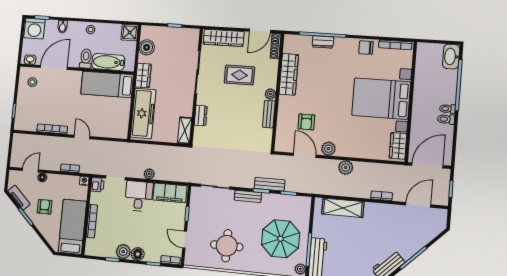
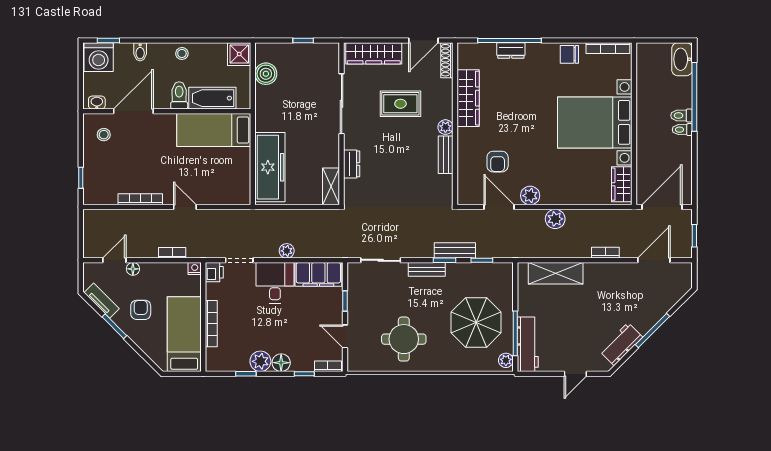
wardrobe: (143, 76) -> (265, 114), removed
toilet: (446, 119) -> (682, 115), moved

